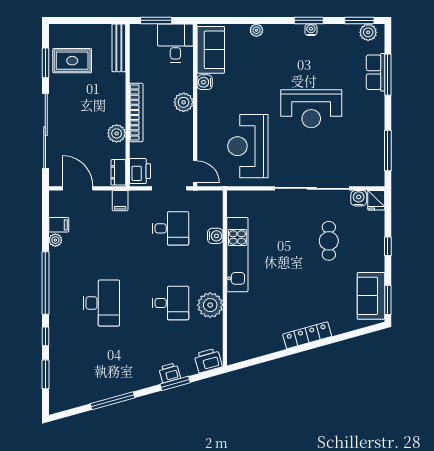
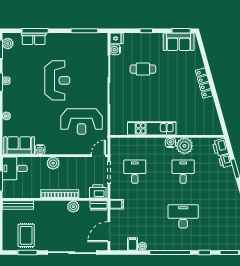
water cooler: (215, 236) -> (170, 143), moved
printer: (170, 373) -> (225, 161), moved

